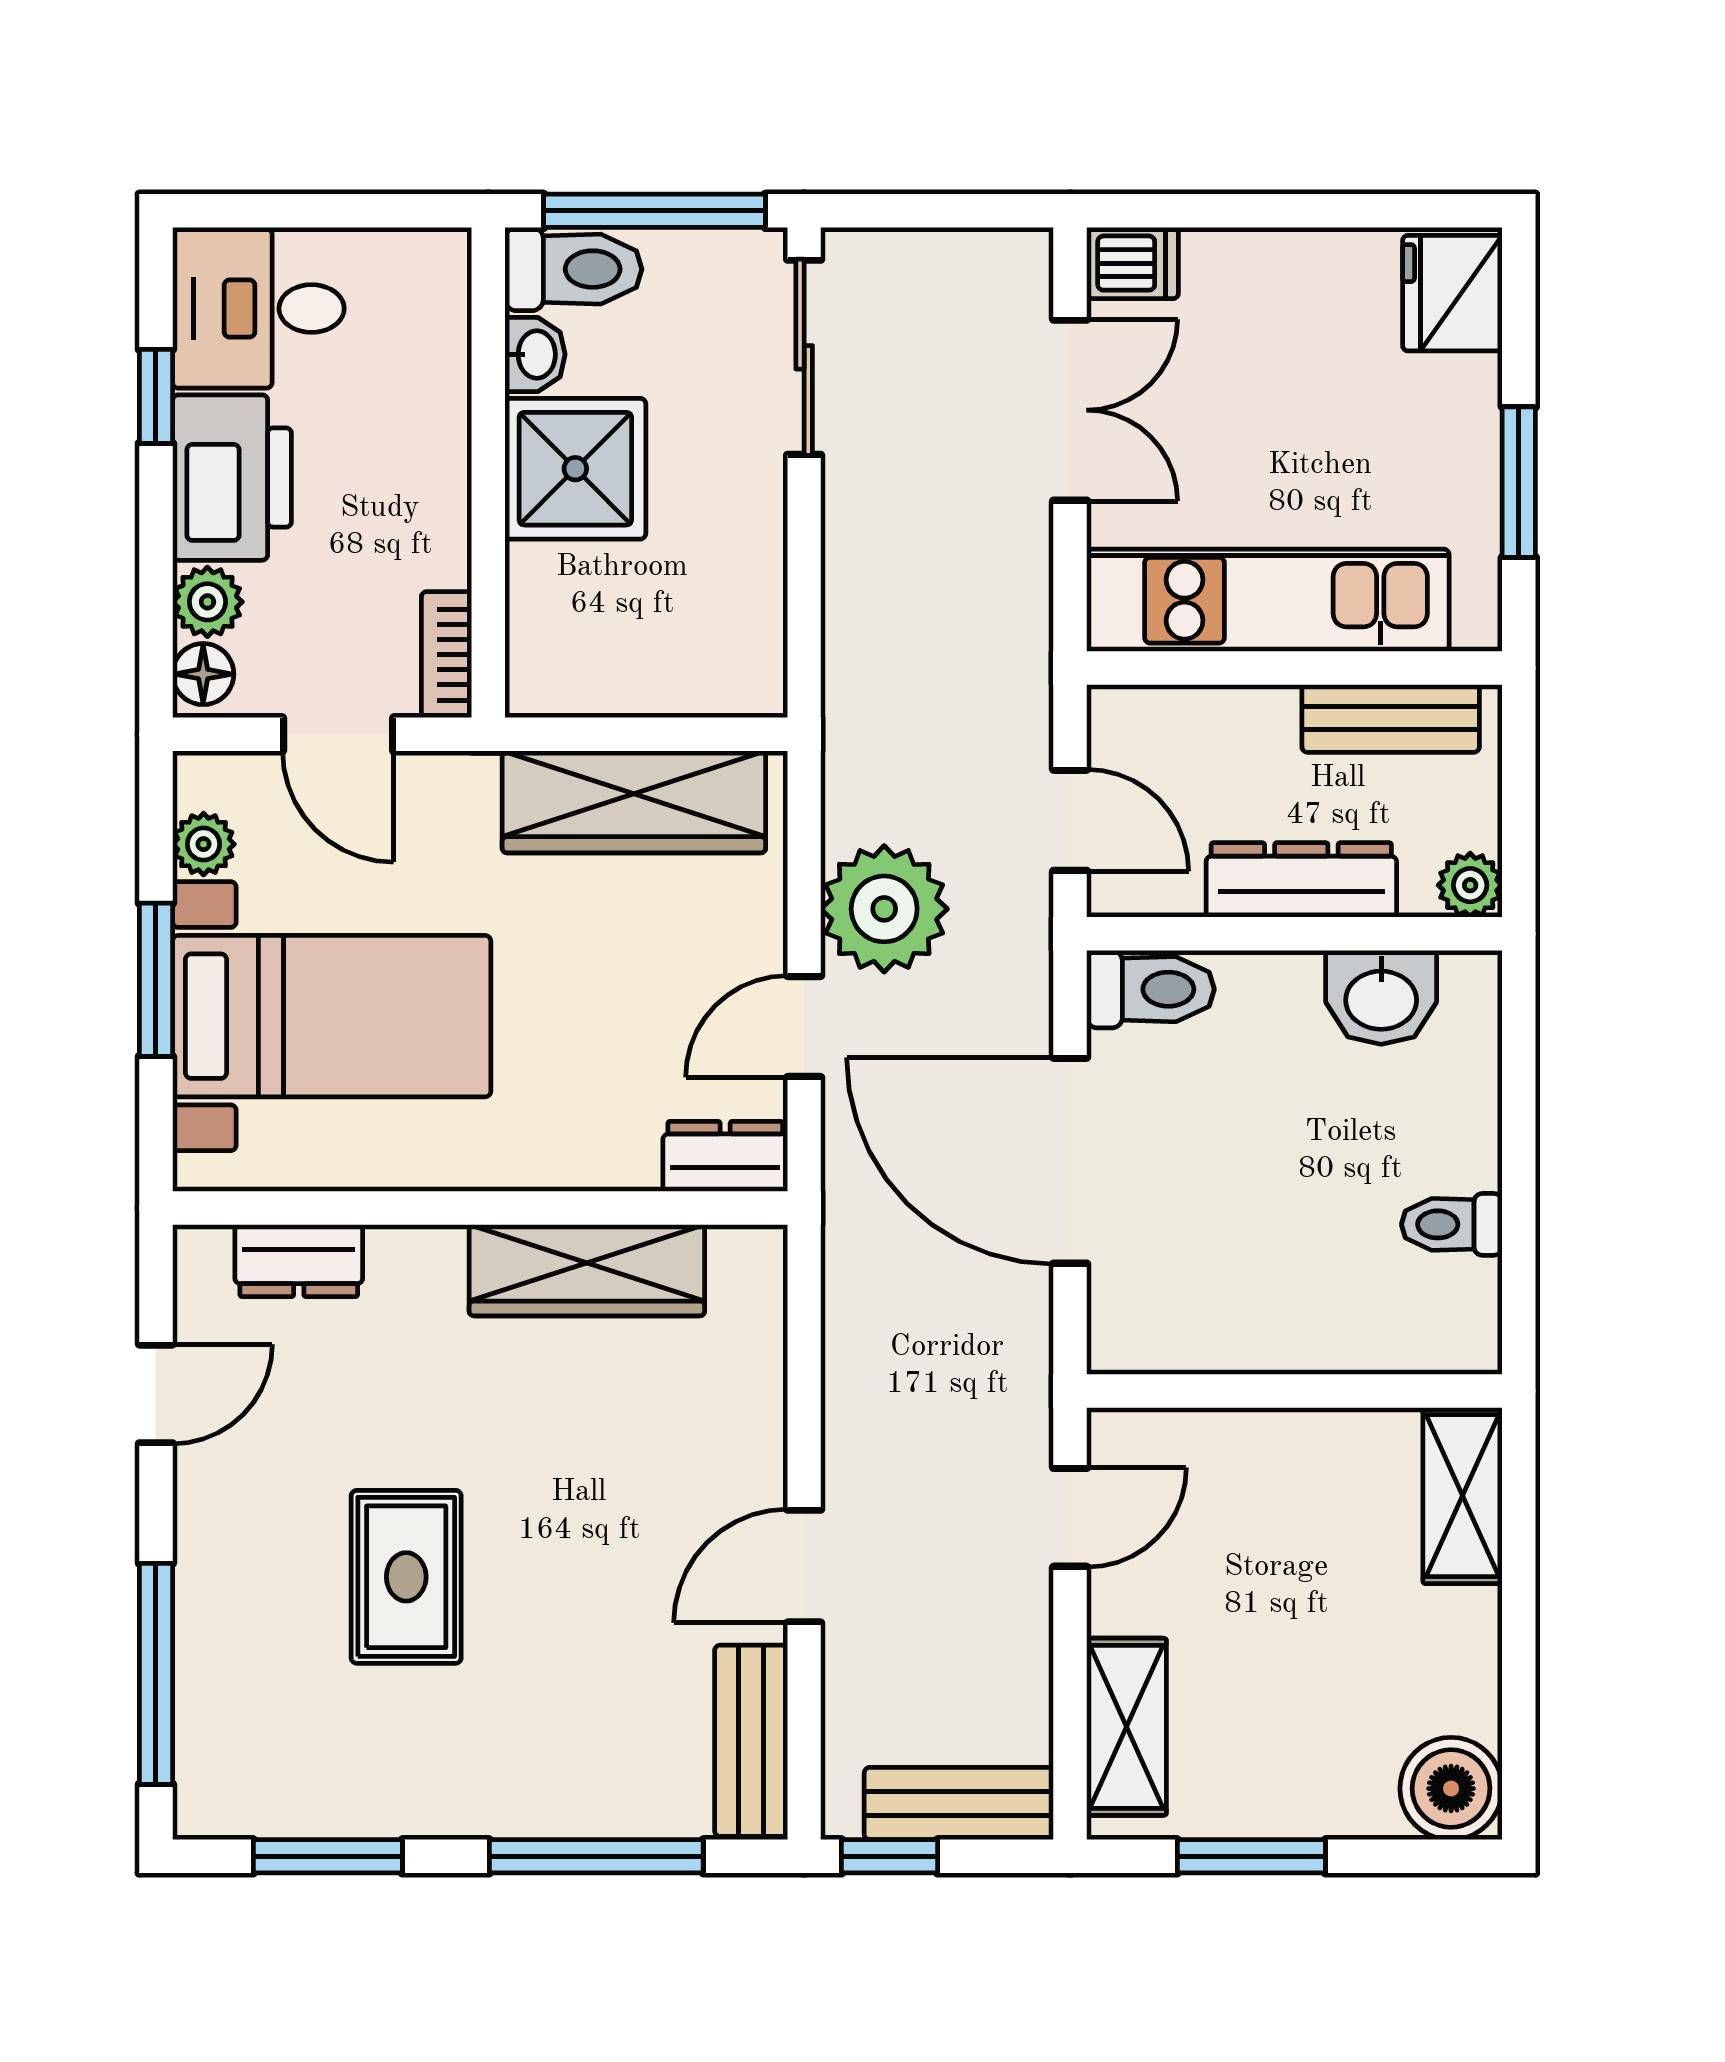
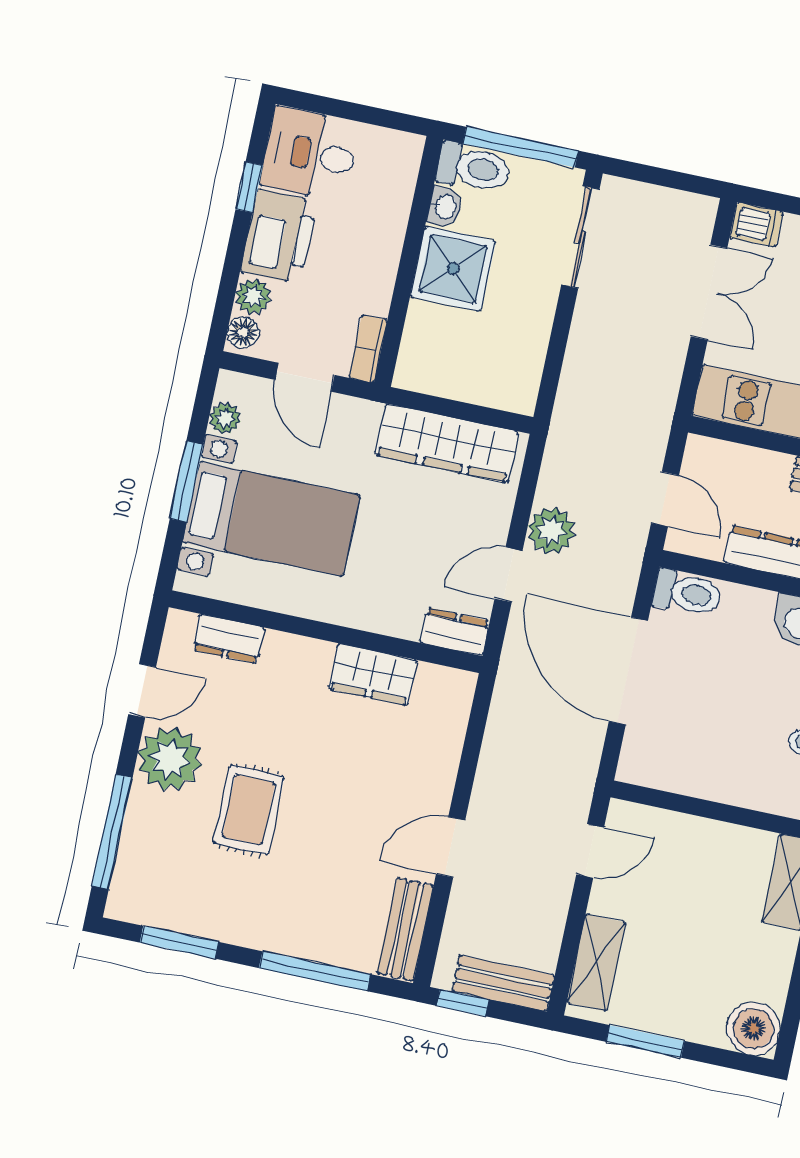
plant: (884, 909) -> (551, 531), width x0.73, depth x0.73
wardrobe: (587, 1270) -> (373, 674), width x0.67
plant: (236, 1512) -> (170, 759), added

